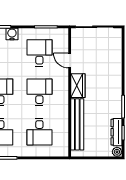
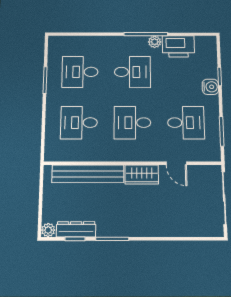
door: (70, 61) -> (176, 163), swing flipped
desk: (39, 92) -> (132, 123), turned 180

